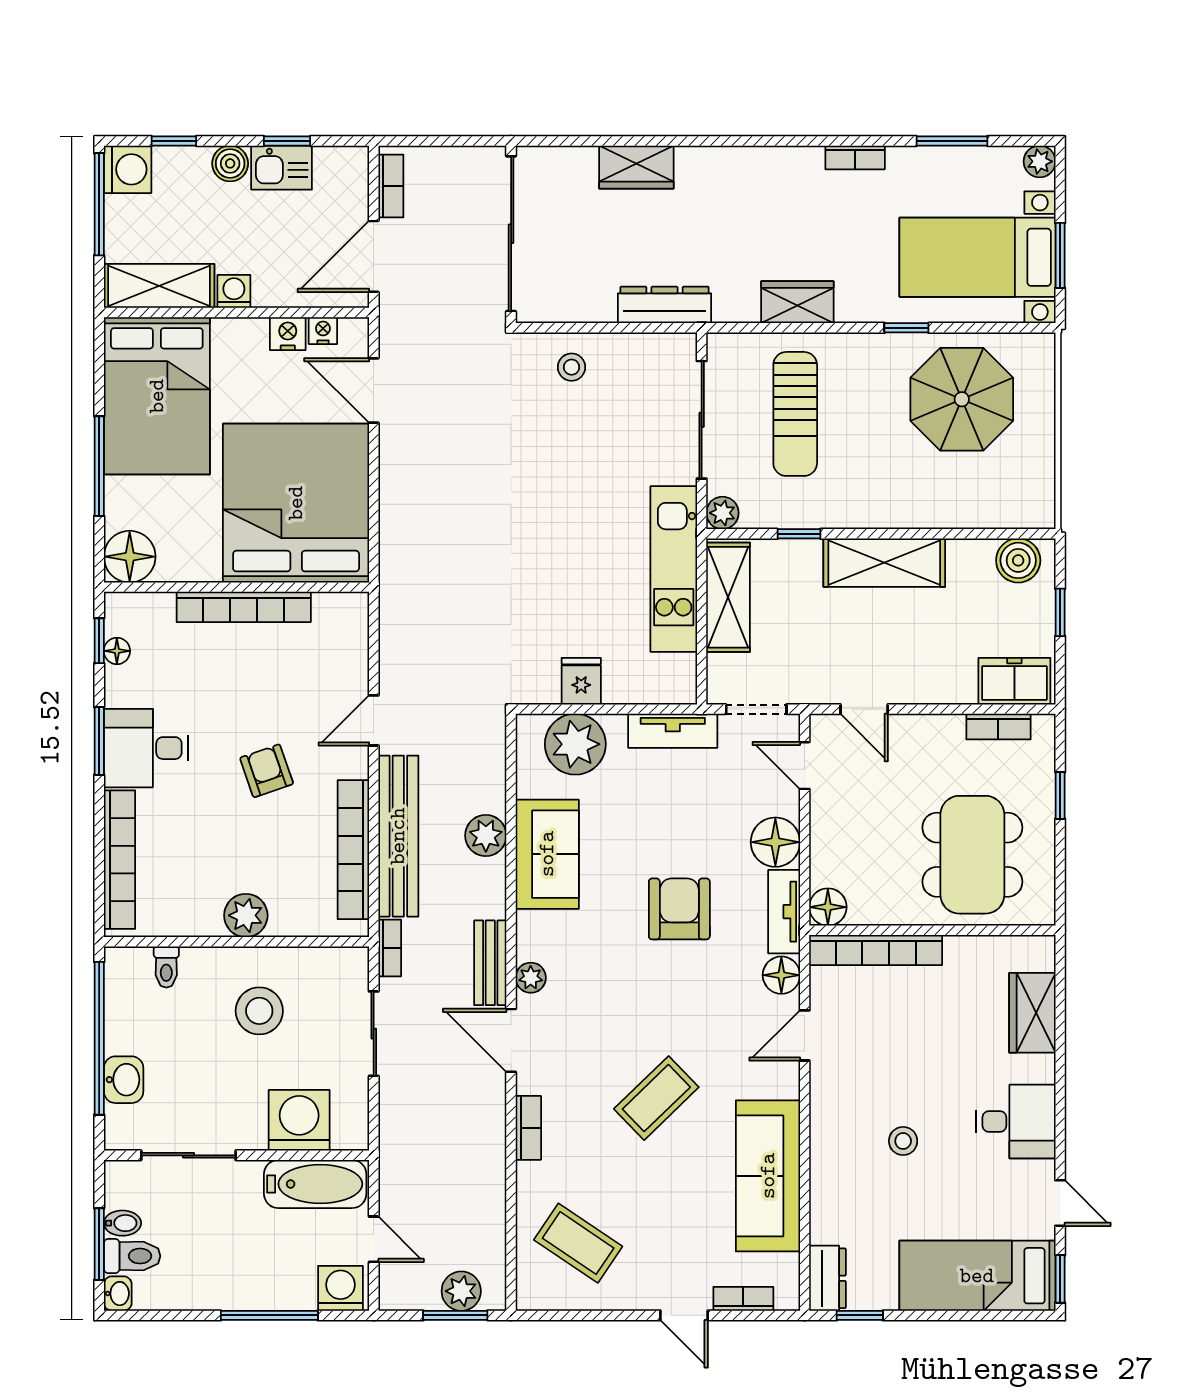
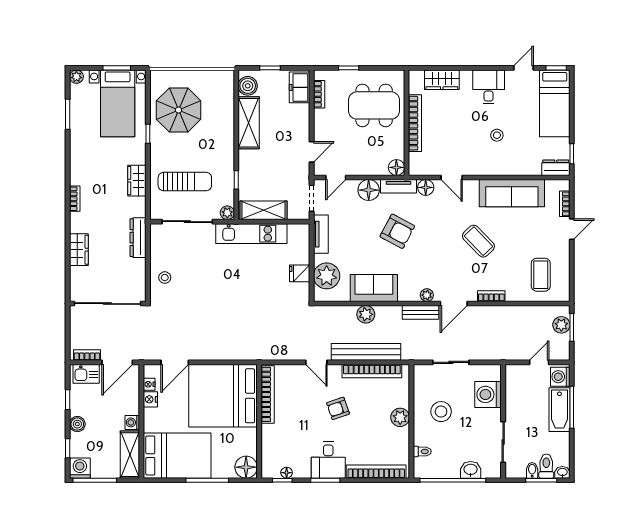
bookcase: (855, 157) -> (75, 199), moved
kitchen sink: (282, 168) -> (86, 374), moved, turned 90
door: (374, 256) -> (117, 362), hinge flipped
shelving: (884, 563) -> (249, 123), moved
bookcase: (244, 607) -> (268, 394), moved
armchair: (679, 909) -> (397, 231), turned -152
bookcase: (390, 948) -> (414, 356), removed
bookcase: (876, 950) -> (415, 123), moved
bathtub: (315, 1184) -> (559, 410), moved, turned 180
coffee table: (578, 1243) -> (541, 275), turned -34

